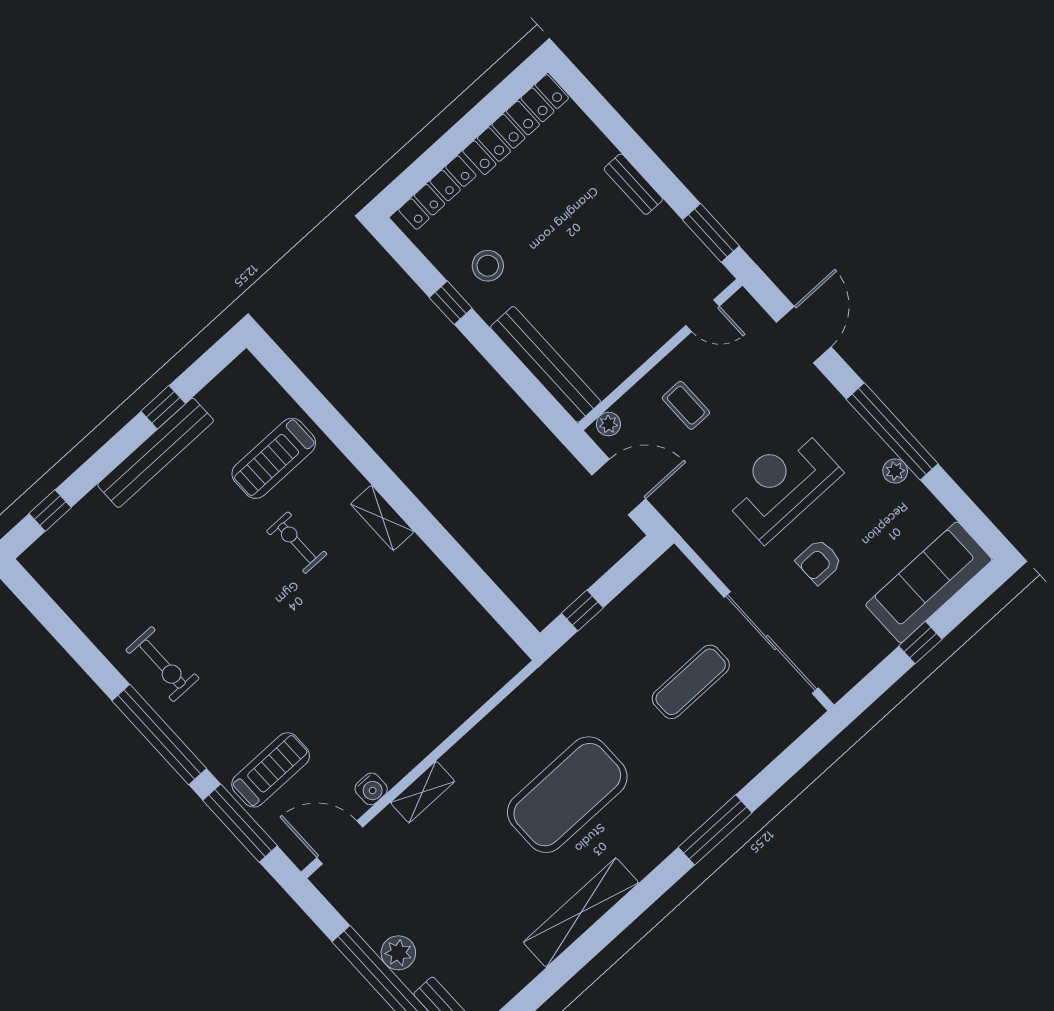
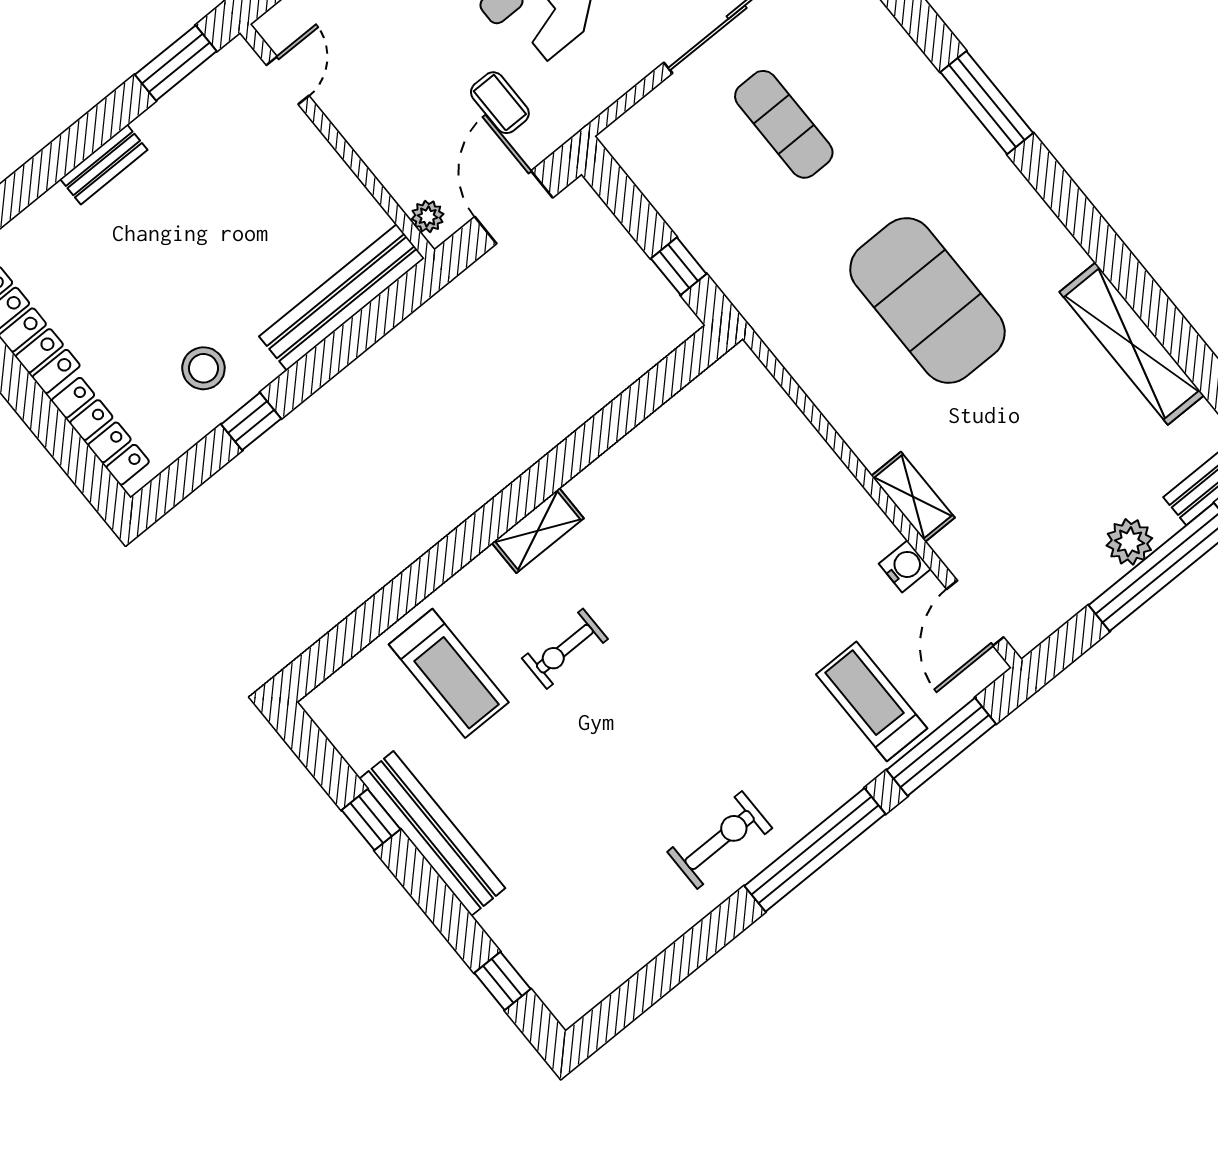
coffee table: (686, 405) -> (500, 103), moved, turned 90
shelving: (581, 913) -> (1132, 344), moved

